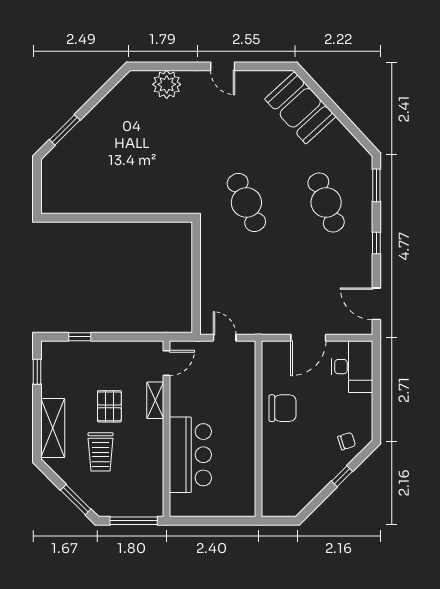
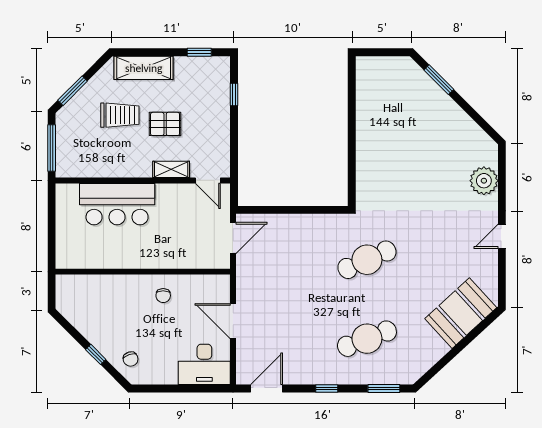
door: (225, 338) -> (233, 238), width x1.38
chair: (283, 408) -> (163, 296), width x0.54, depth x0.54
trolley: (100, 452) -> (120, 115), turned 180

